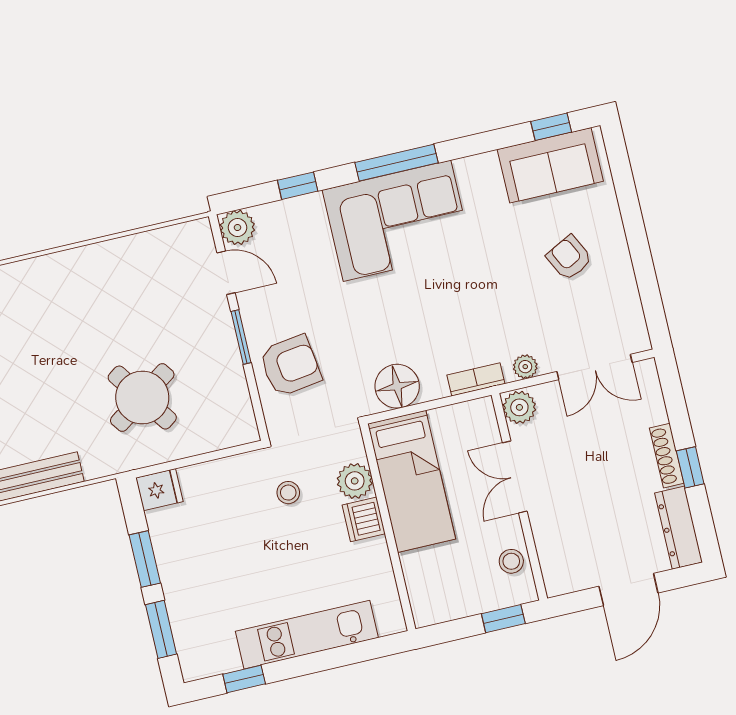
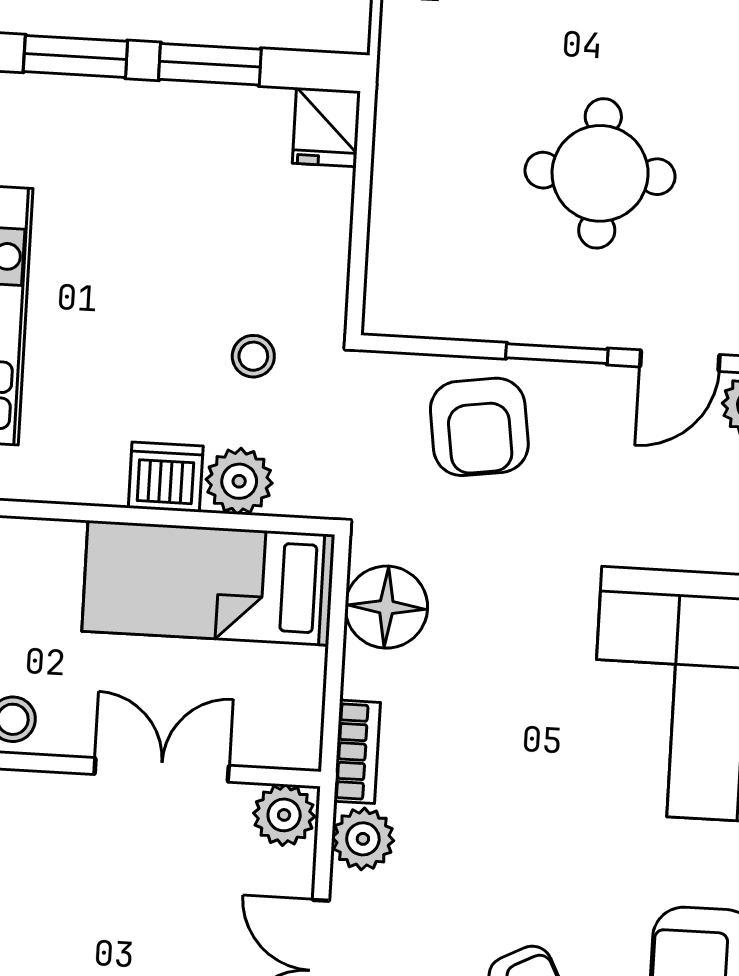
plant: (525, 367) -> (363, 839), width x1.38, depth x1.38
round table: (142, 398) -> (600, 173), moved, turned 35

